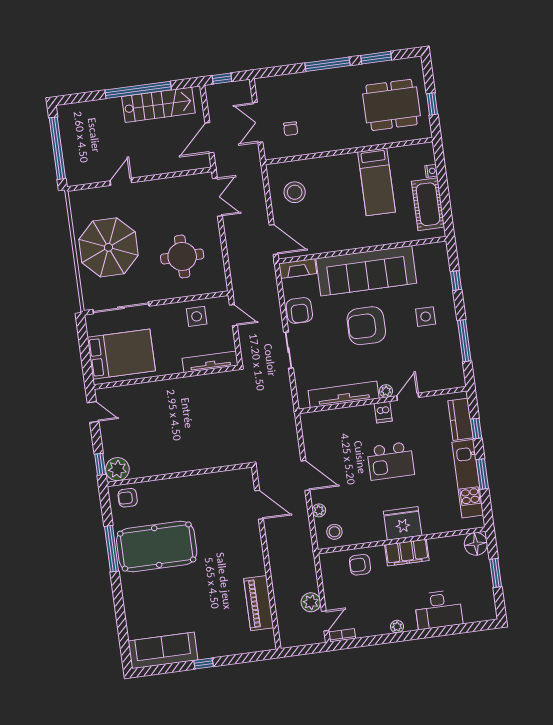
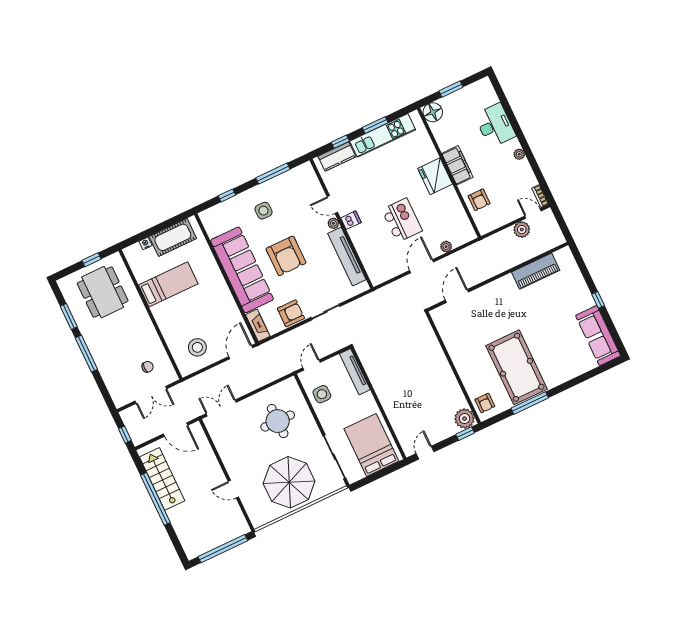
kitchen island: (391, 461) -> (402, 220), moved
stool: (334, 532) -> (459, 229), removed

